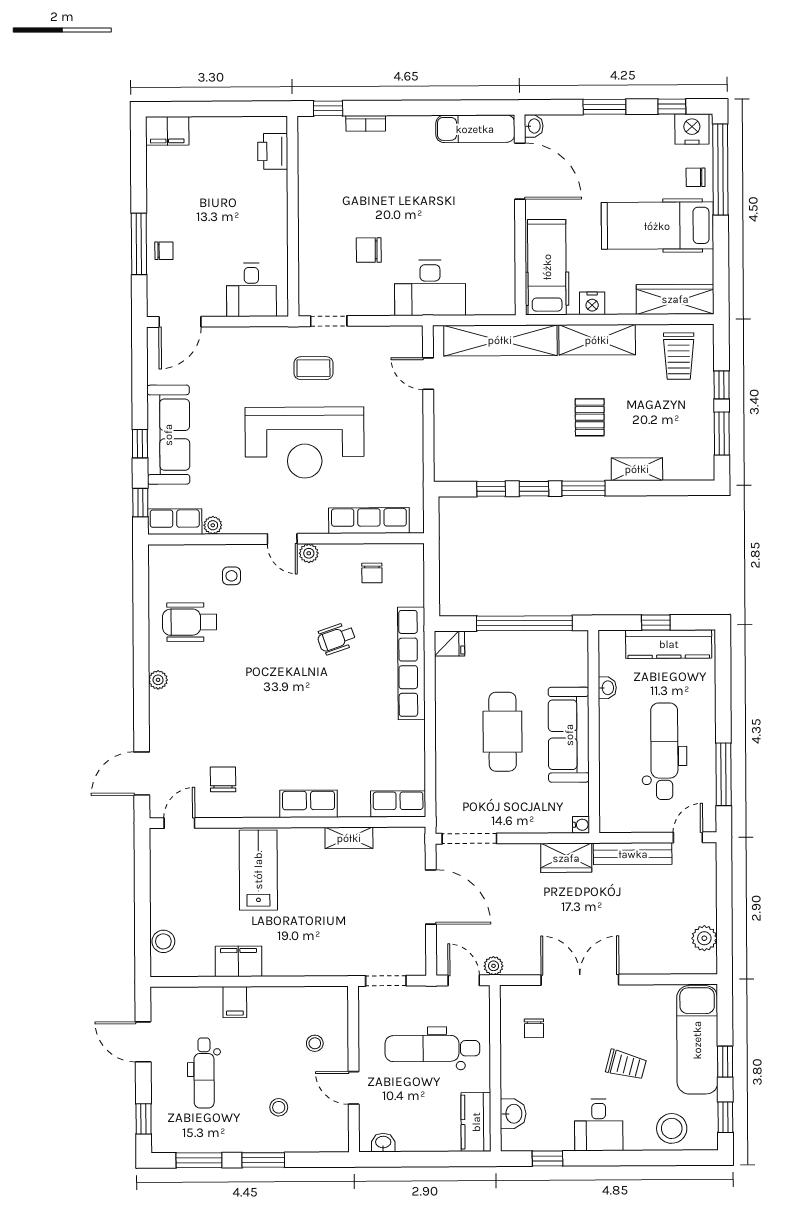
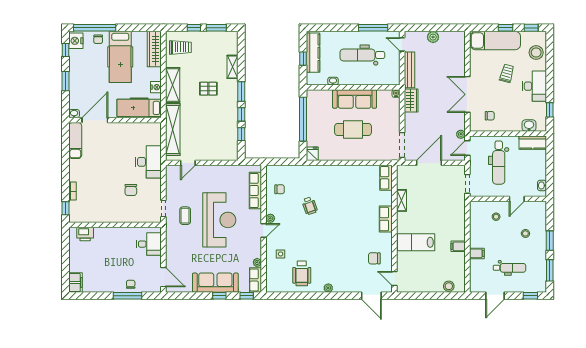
row of seats: (411, 663) -> (321, 171), removed
plant: (704, 938) -> (433, 37), moved
filing cabinet: (239, 961) -> (458, 246), width x0.50
desk: (599, 1125) -> (534, 86), width x1.37

